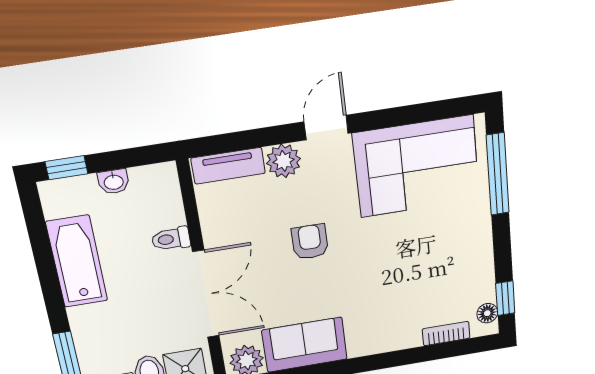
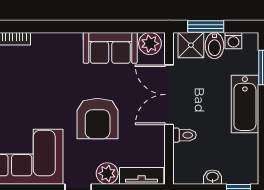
armchair: (310, 242) -> (98, 119), width x1.88, depth x1.88
bathtub: (77, 261) -> (245, 104), moved

